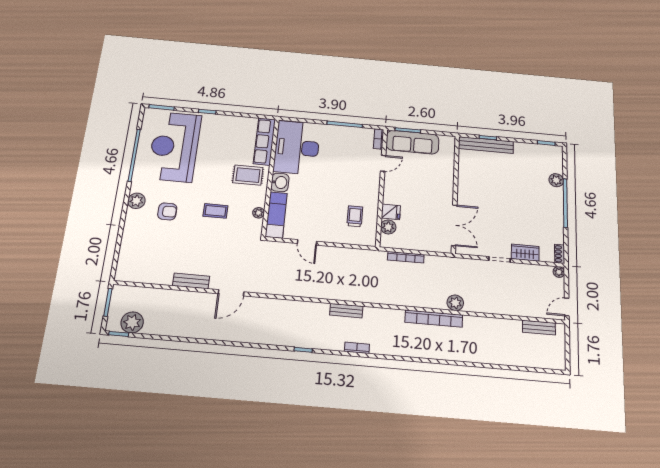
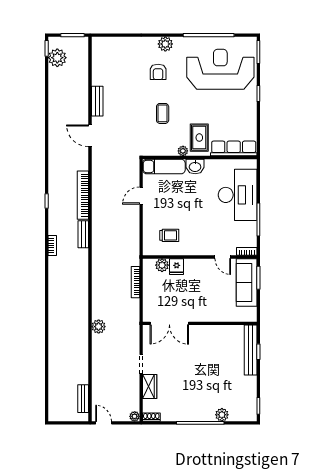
desk: (297, 148) -> (238, 195), moved, turned 90
plant: (259, 213) -> (183, 151), moved
bookcase: (434, 319) -> (83, 195), moved

